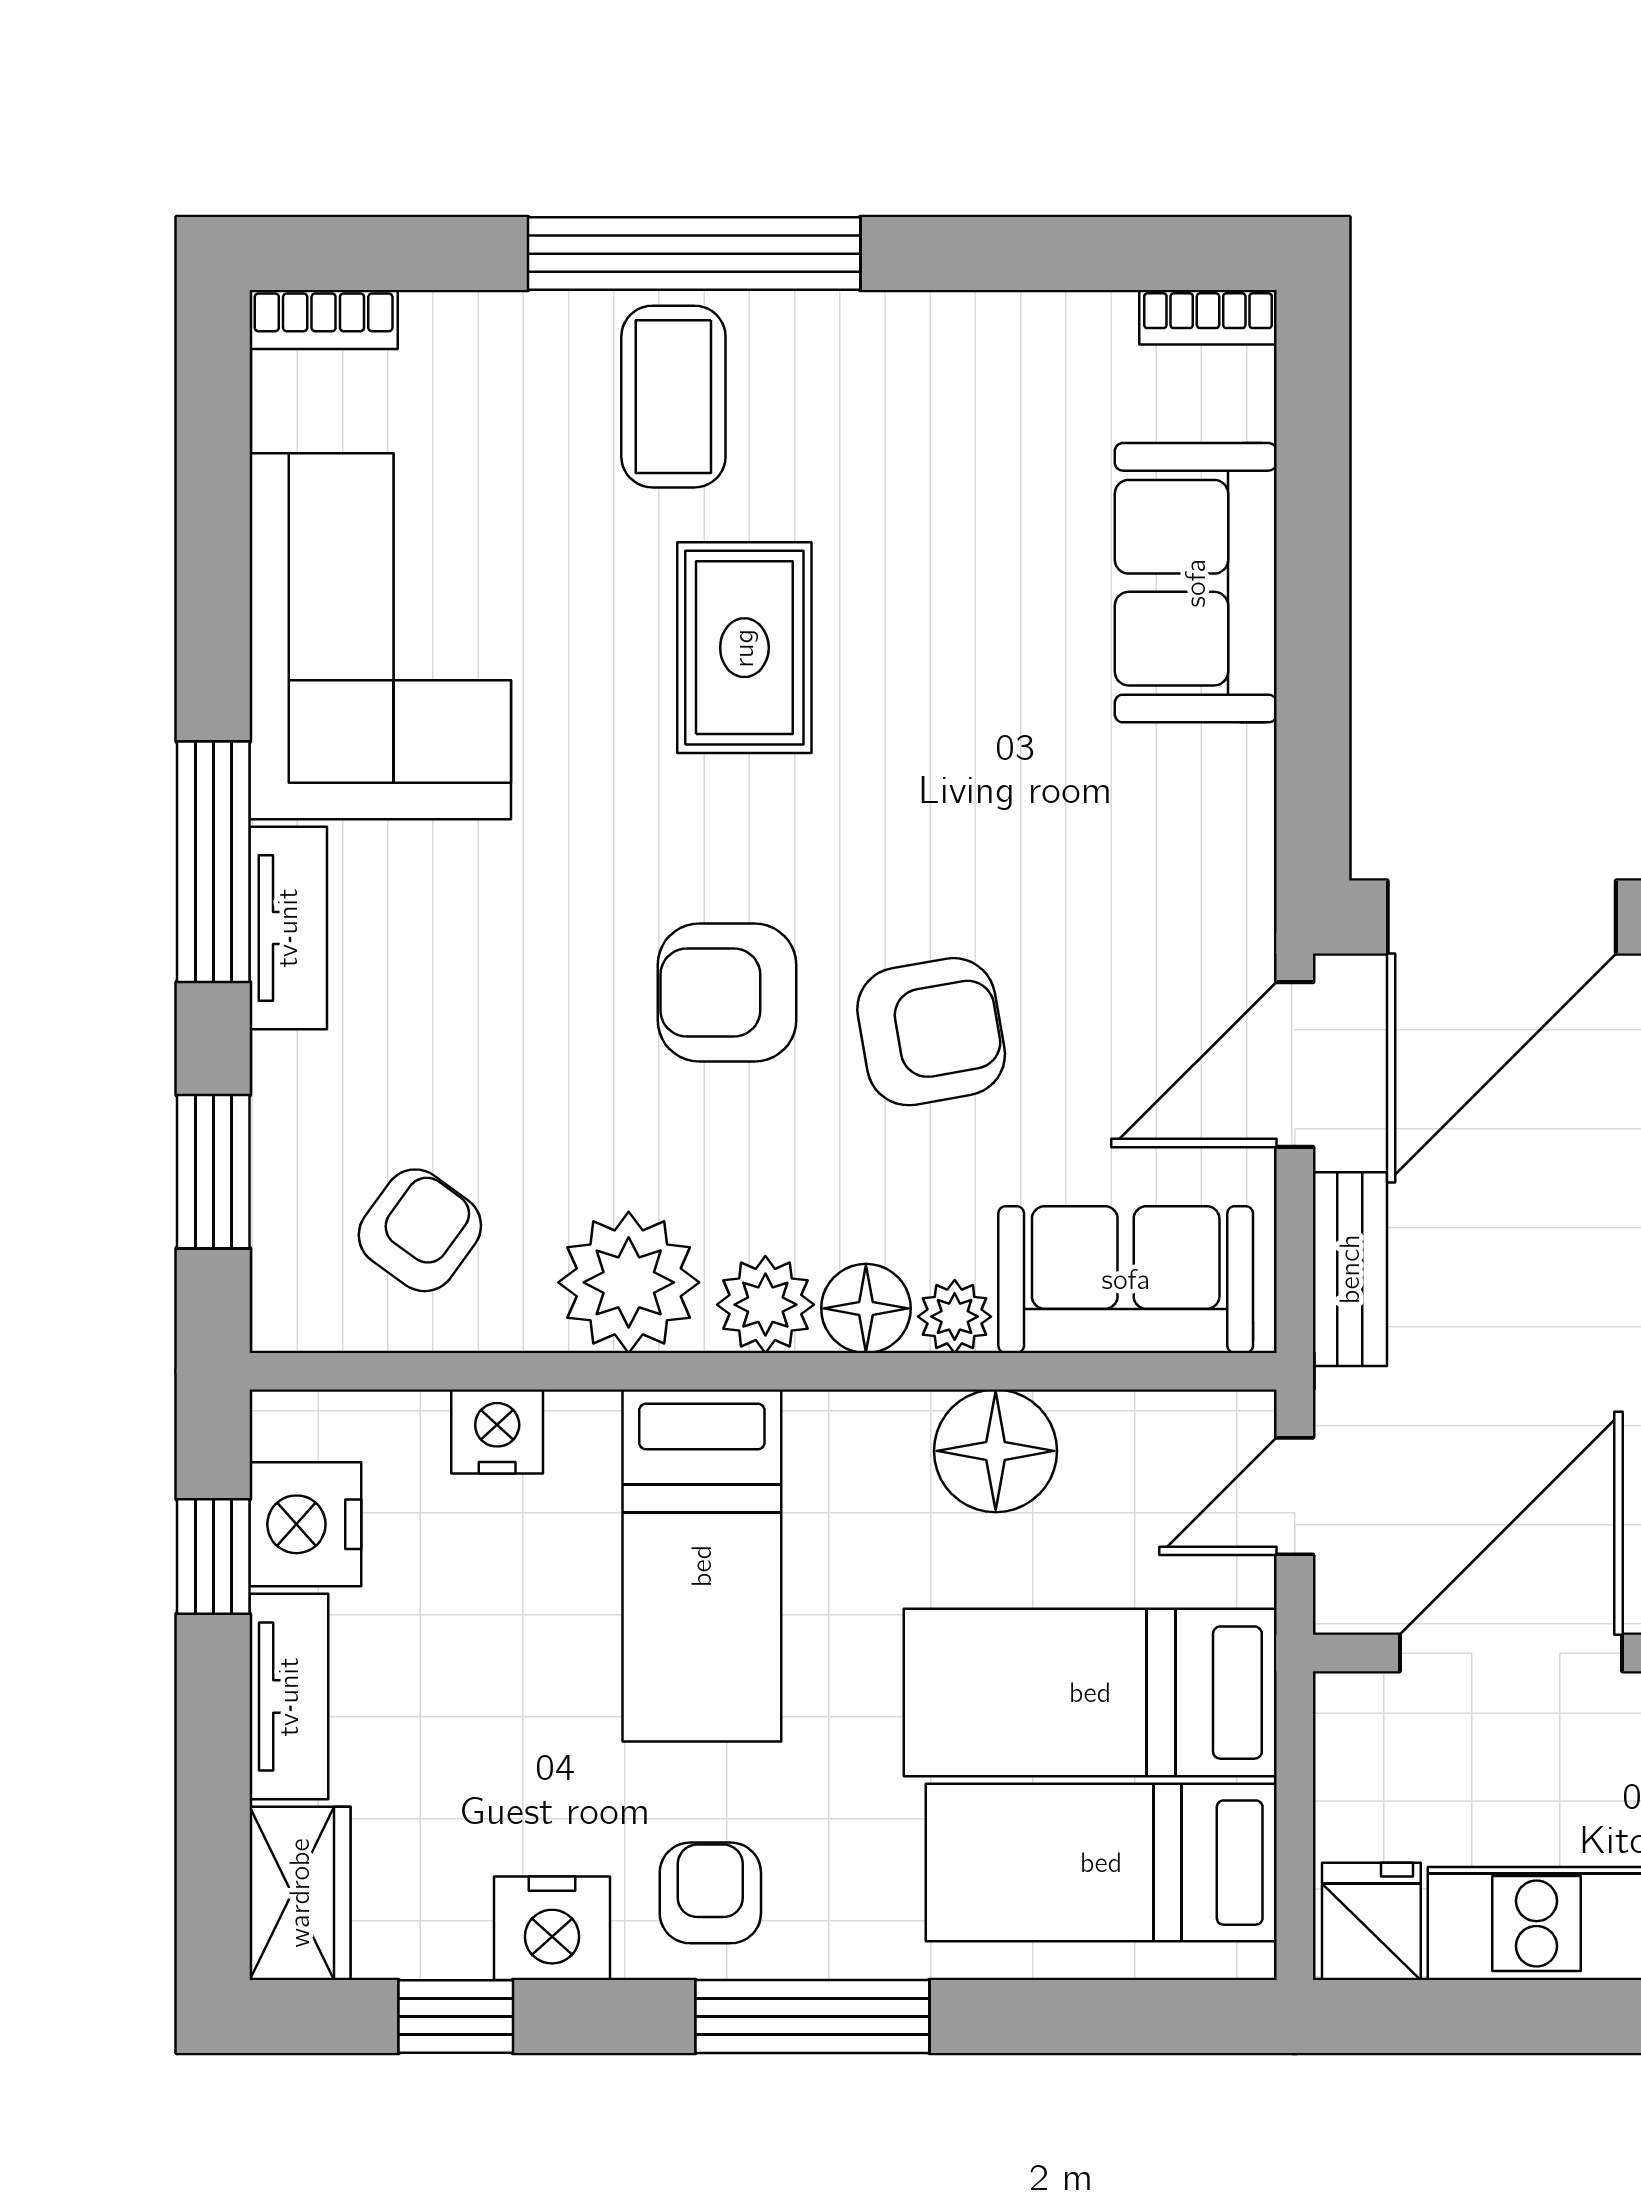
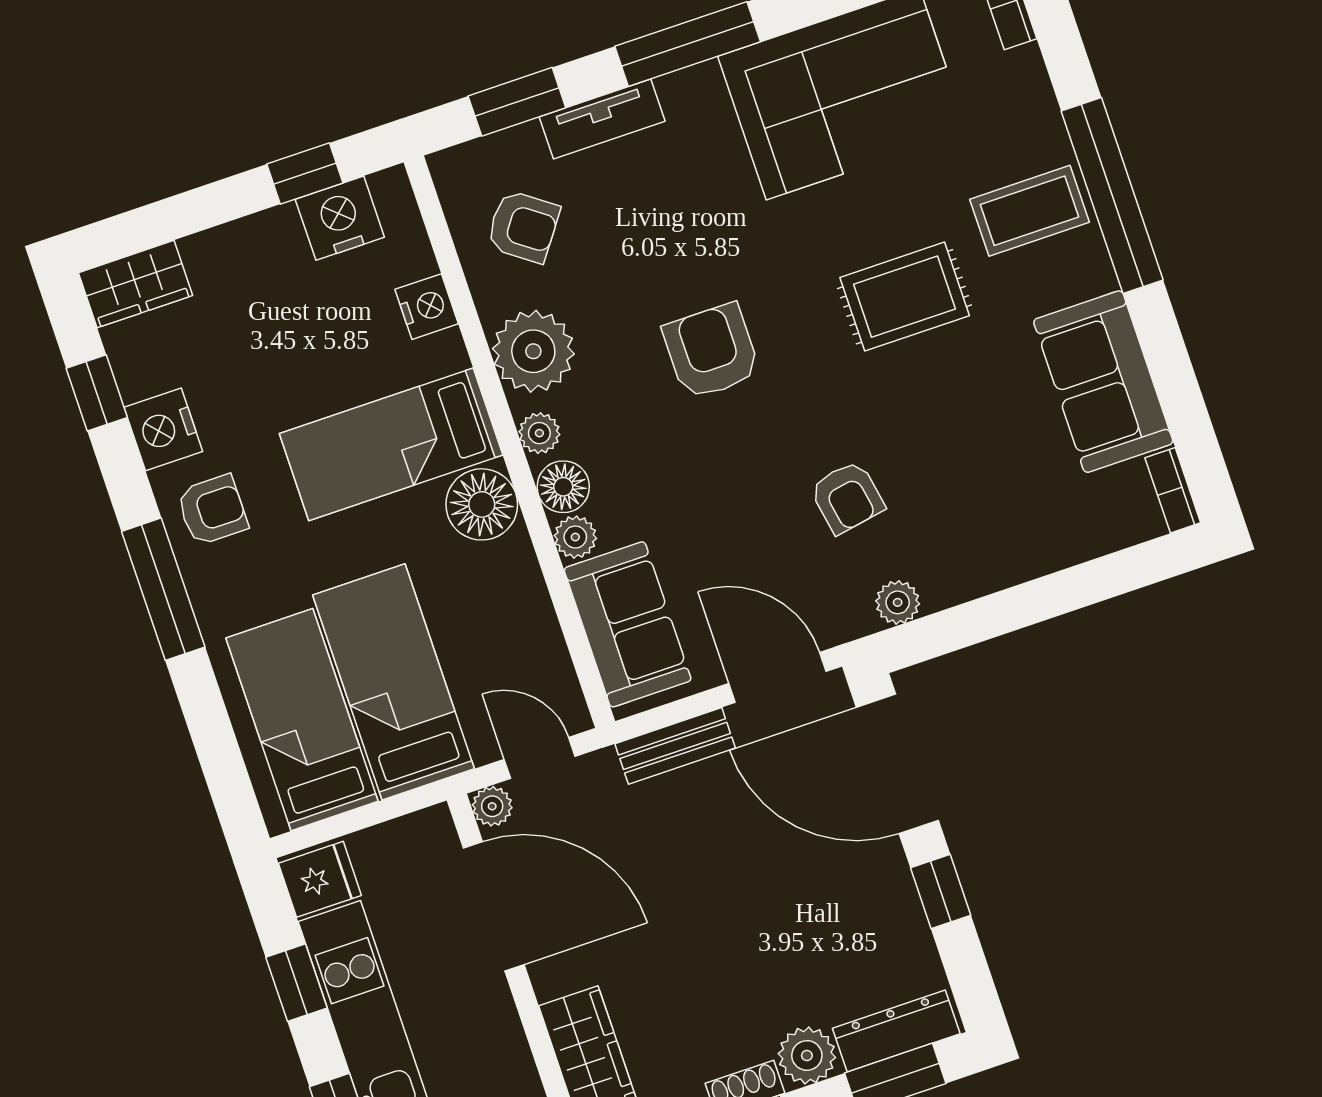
sofa: (1196, 583) -> (1103, 382), moved, turned -90
plant: (1239, 827) -> (898, 602), added
tv unit: (288, 928) -> (602, 119), moved
armchair: (931, 1032) -> (847, 497), moved, width x0.72, depth x0.72
plant: (765, 1305) -> (539, 433), width x0.73, depth x0.73
floor lamp: (996, 1451) -> (482, 504), moved
plant: (1347, 1600) -> (492, 806), added
tv unit: (289, 1697) -> (242, 241), removed
window: (1527, 2017) -> (296, 983), added

